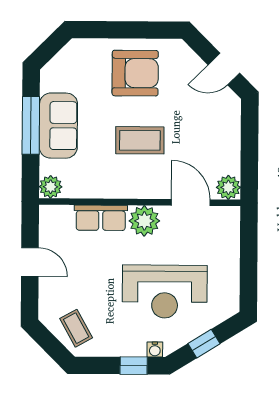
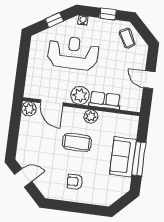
armchair: (135, 73) -> (75, 182), width x0.53, depth x0.53
plant: (51, 187) -> (91, 117), moved
window: (134, 366) -> (108, 14), moved

